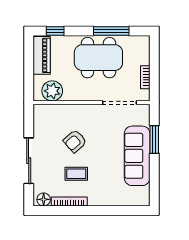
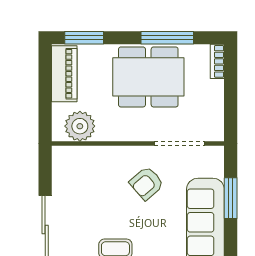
window: (55, 31) -> (84, 38), width x1.50
bookcase: (145, 77) -> (217, 61), moved
armchair: (75, 141) -> (147, 183), moved

